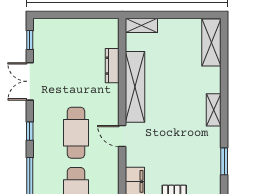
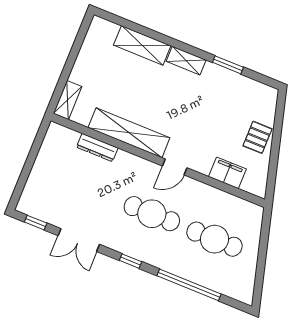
shelving: (211, 43) -> (142, 45), moved
window: (224, 161) -> (228, 65), moved

